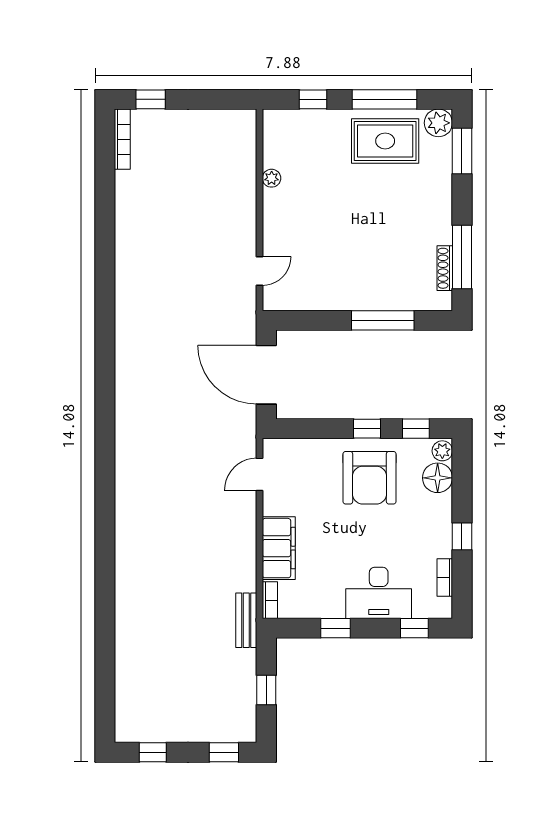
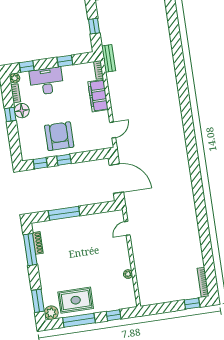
plant: (442, 451) -> (15, 78), moved
floor lamp: (438, 478) -> (22, 111), moved

